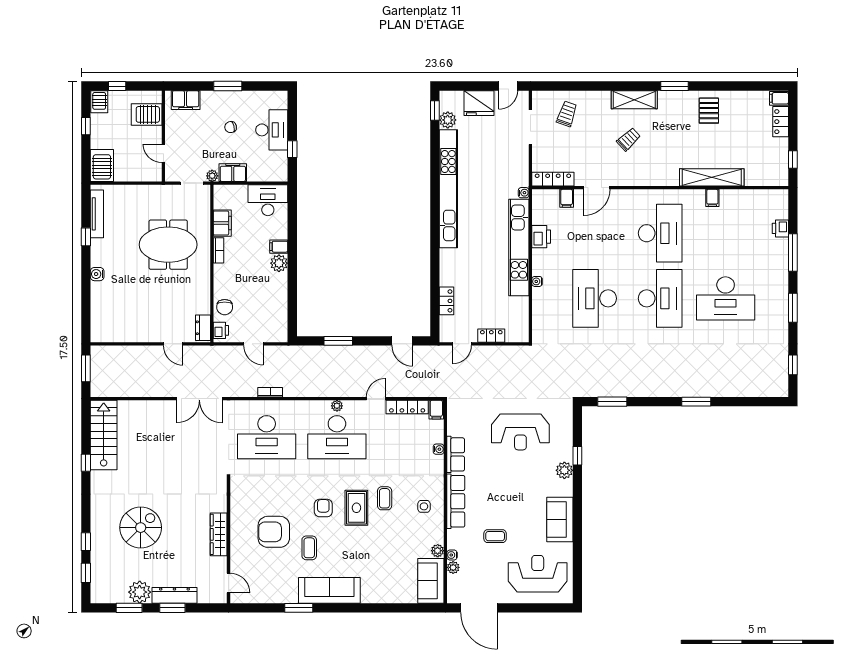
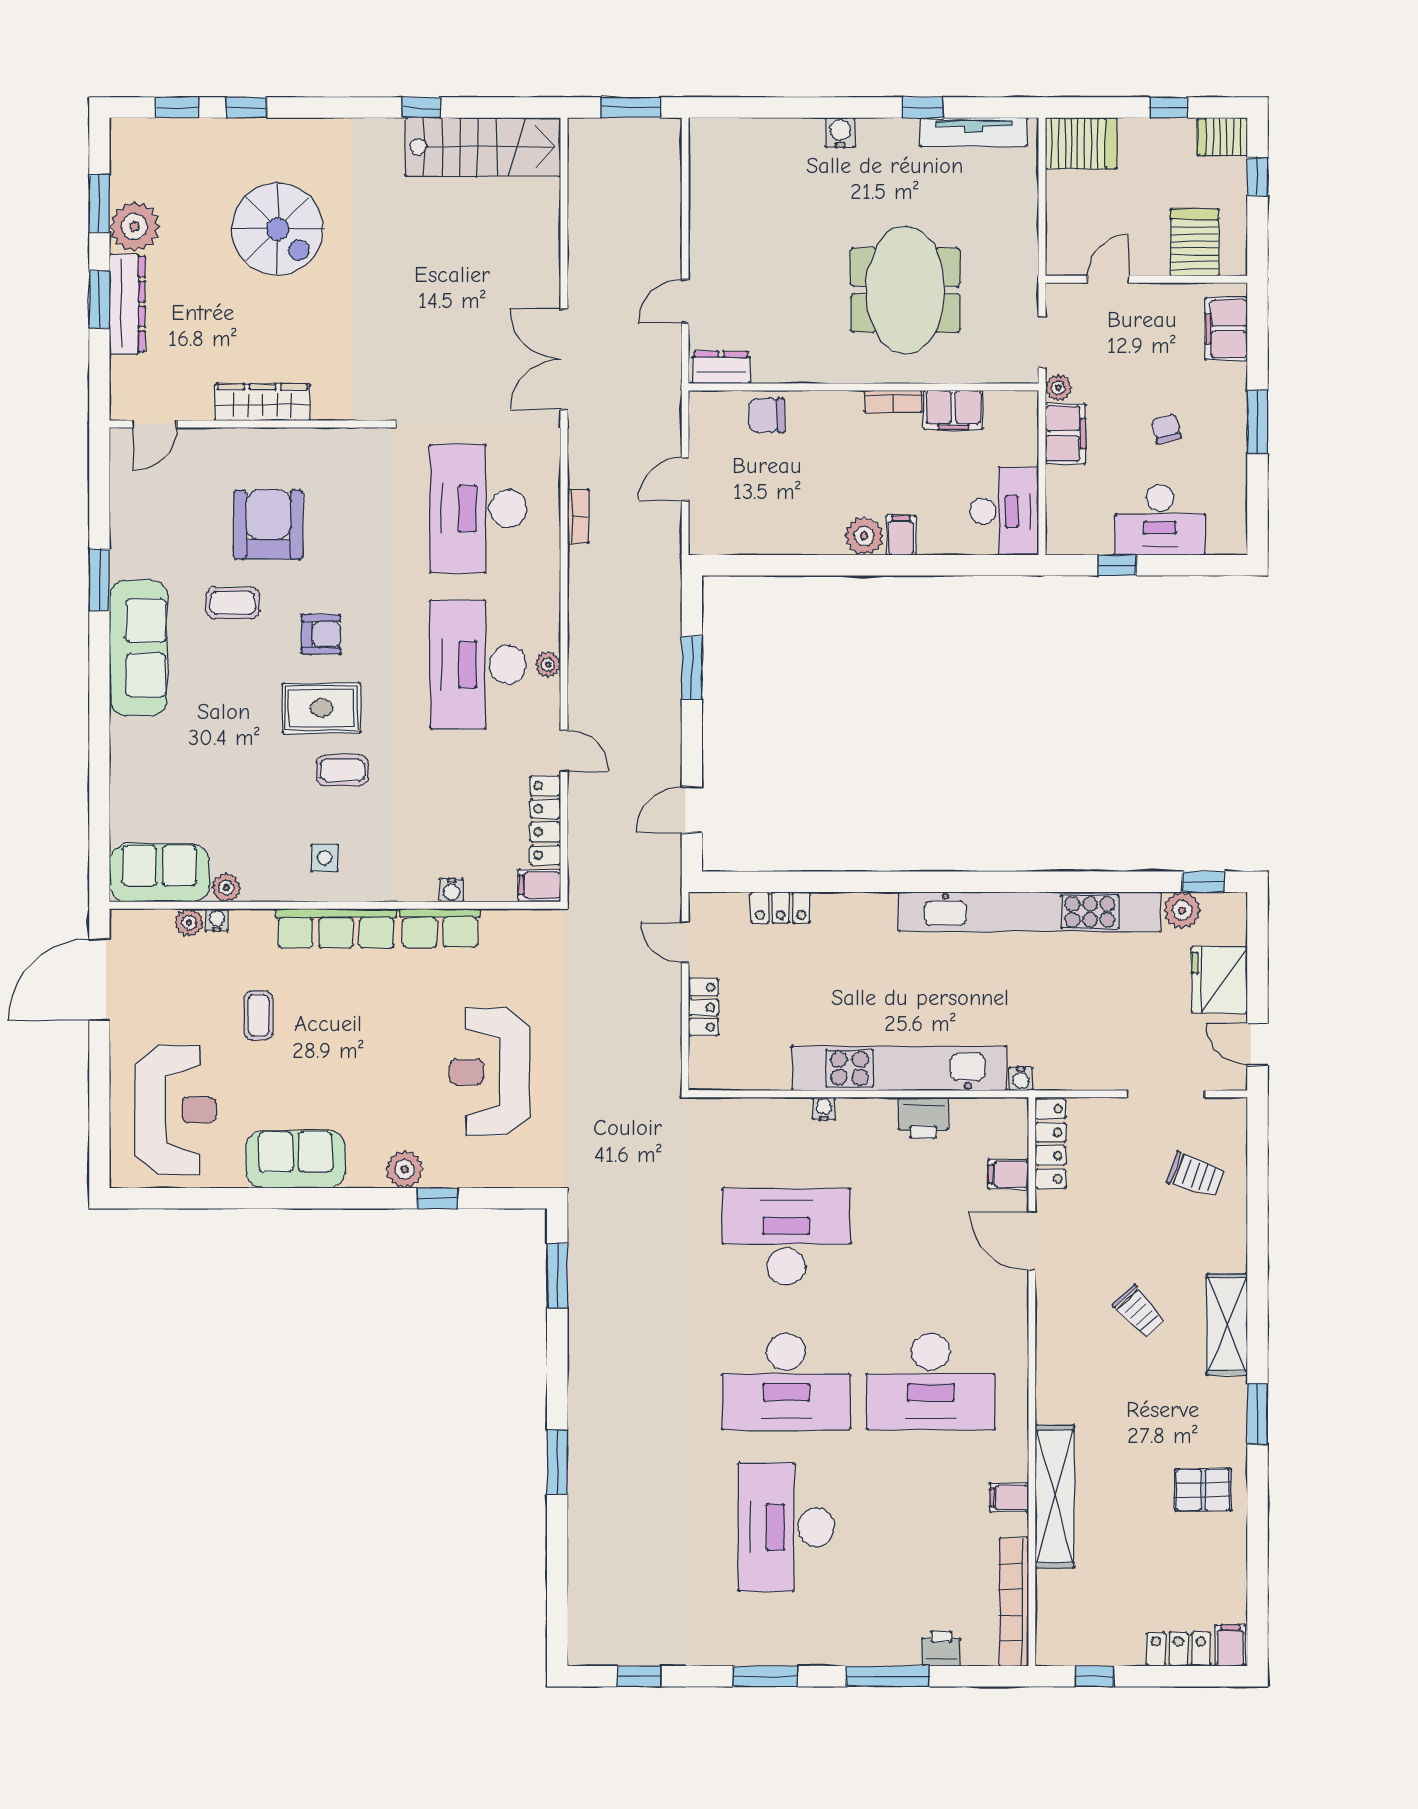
bookcase: (759, 196) -> (1014, 1602), added
printer: (221, 330) -> (715, 407), removed

